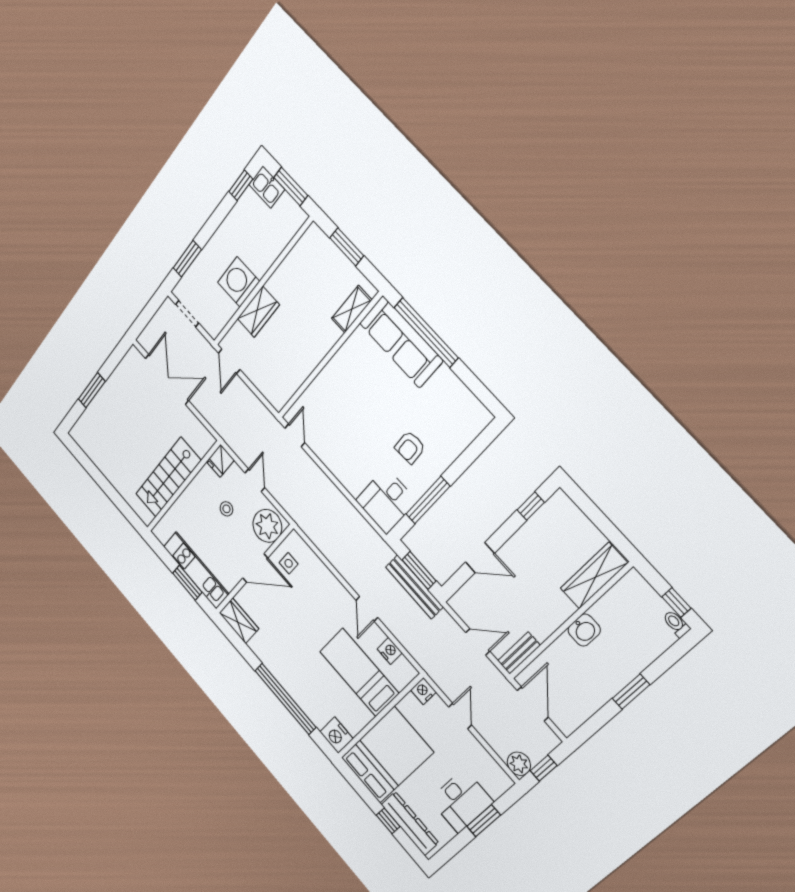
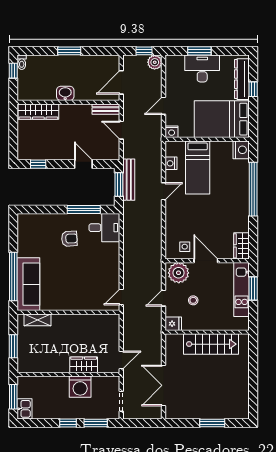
window: (241, 185) -> (68, 423), moved

